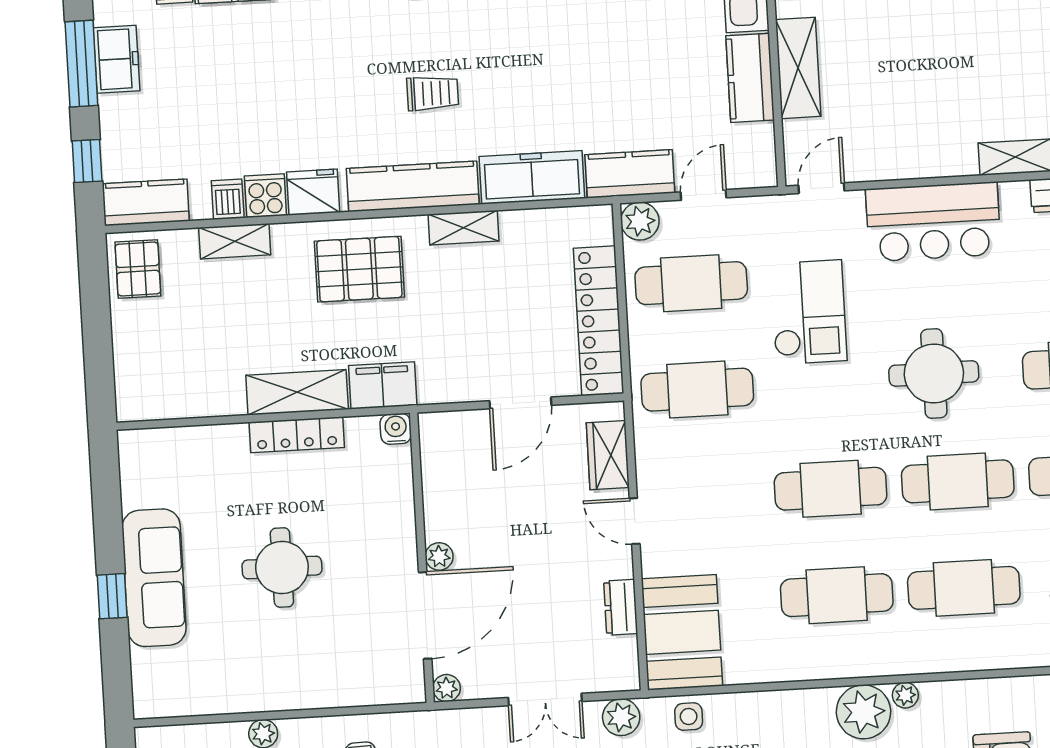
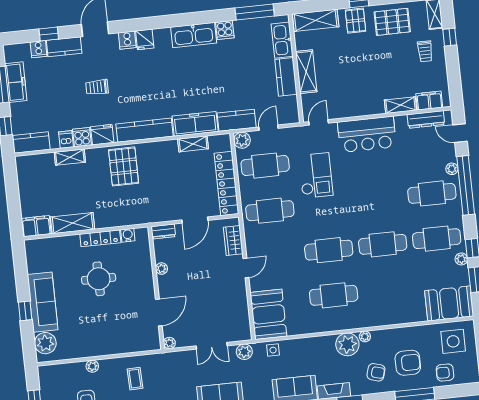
freezer: (117, 59) -> (16, 82), width x1.40
trolley: (433, 93) -> (97, 87), moved, turned 180
shelving: (464, 228) -> (193, 144), moved
pallet: (138, 269) -> (29, 171), removed
pallet: (359, 269) -> (124, 166), turned 90
round table: (934, 374) -> (370, 199), removed
filing cabinet: (383, 385) -> (36, 226), moved
shelving: (297, 392) -> (73, 223), moved
water cooler: (396, 429) -> (128, 235), moved
door: (635, 521) -> (246, 268), swing flipped
plant: (439, 556) -> (162, 269), moved
round table: (282, 567) -> (99, 279), moved
cafe table: (964, 588) -> (388, 290), removed
dresser: (621, 607) -> (163, 232), moved, turned -90
door: (425, 615) -> (159, 313), width x0.73
plant: (156, 674) -> (45, 343), added

